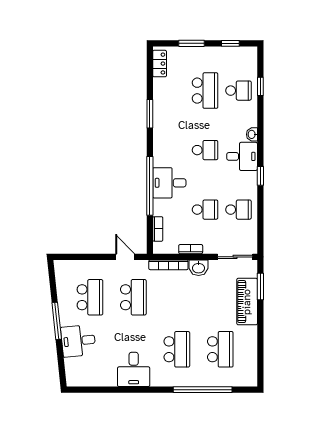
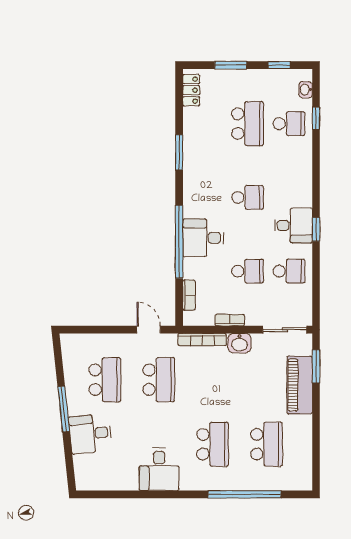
washbasin: (252, 134) -> (306, 90), moved
desk: (242, 156) -> (293, 225), moved

